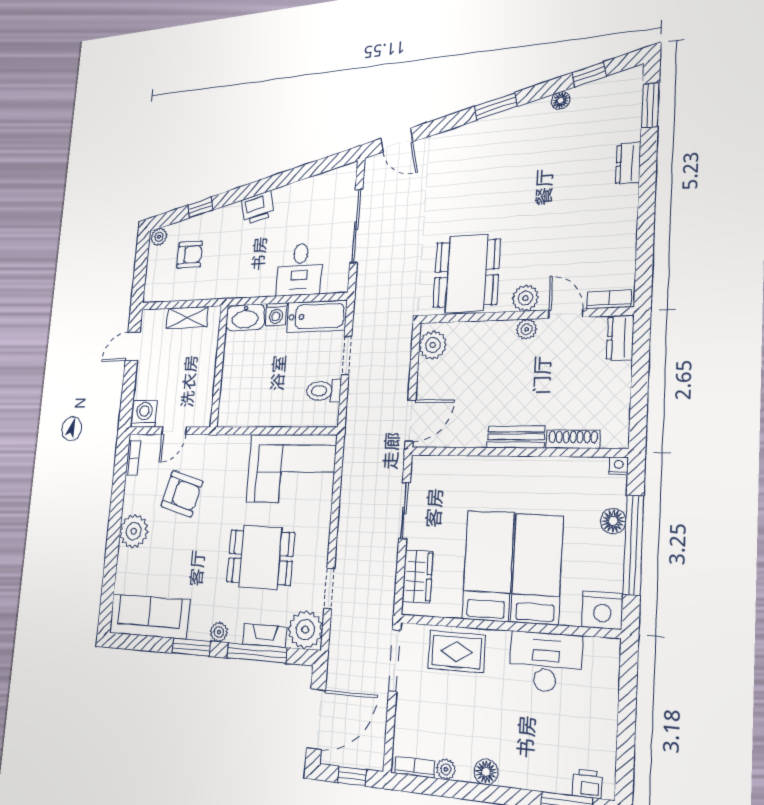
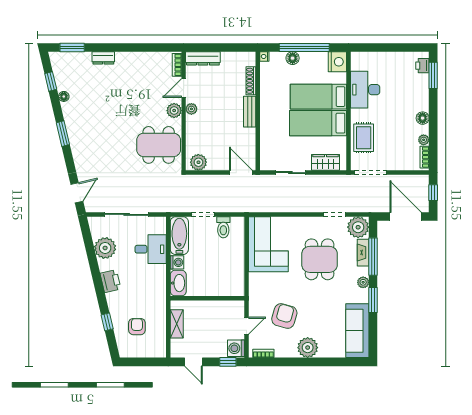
plant: (159, 237) -> (105, 248), moved, width x1.88, depth x1.88
dresser: (620, 338) -> (203, 58), width x1.44
window: (127, 401) -> (228, 362), added
door: (174, 431) -> (247, 326), hinge flipped

